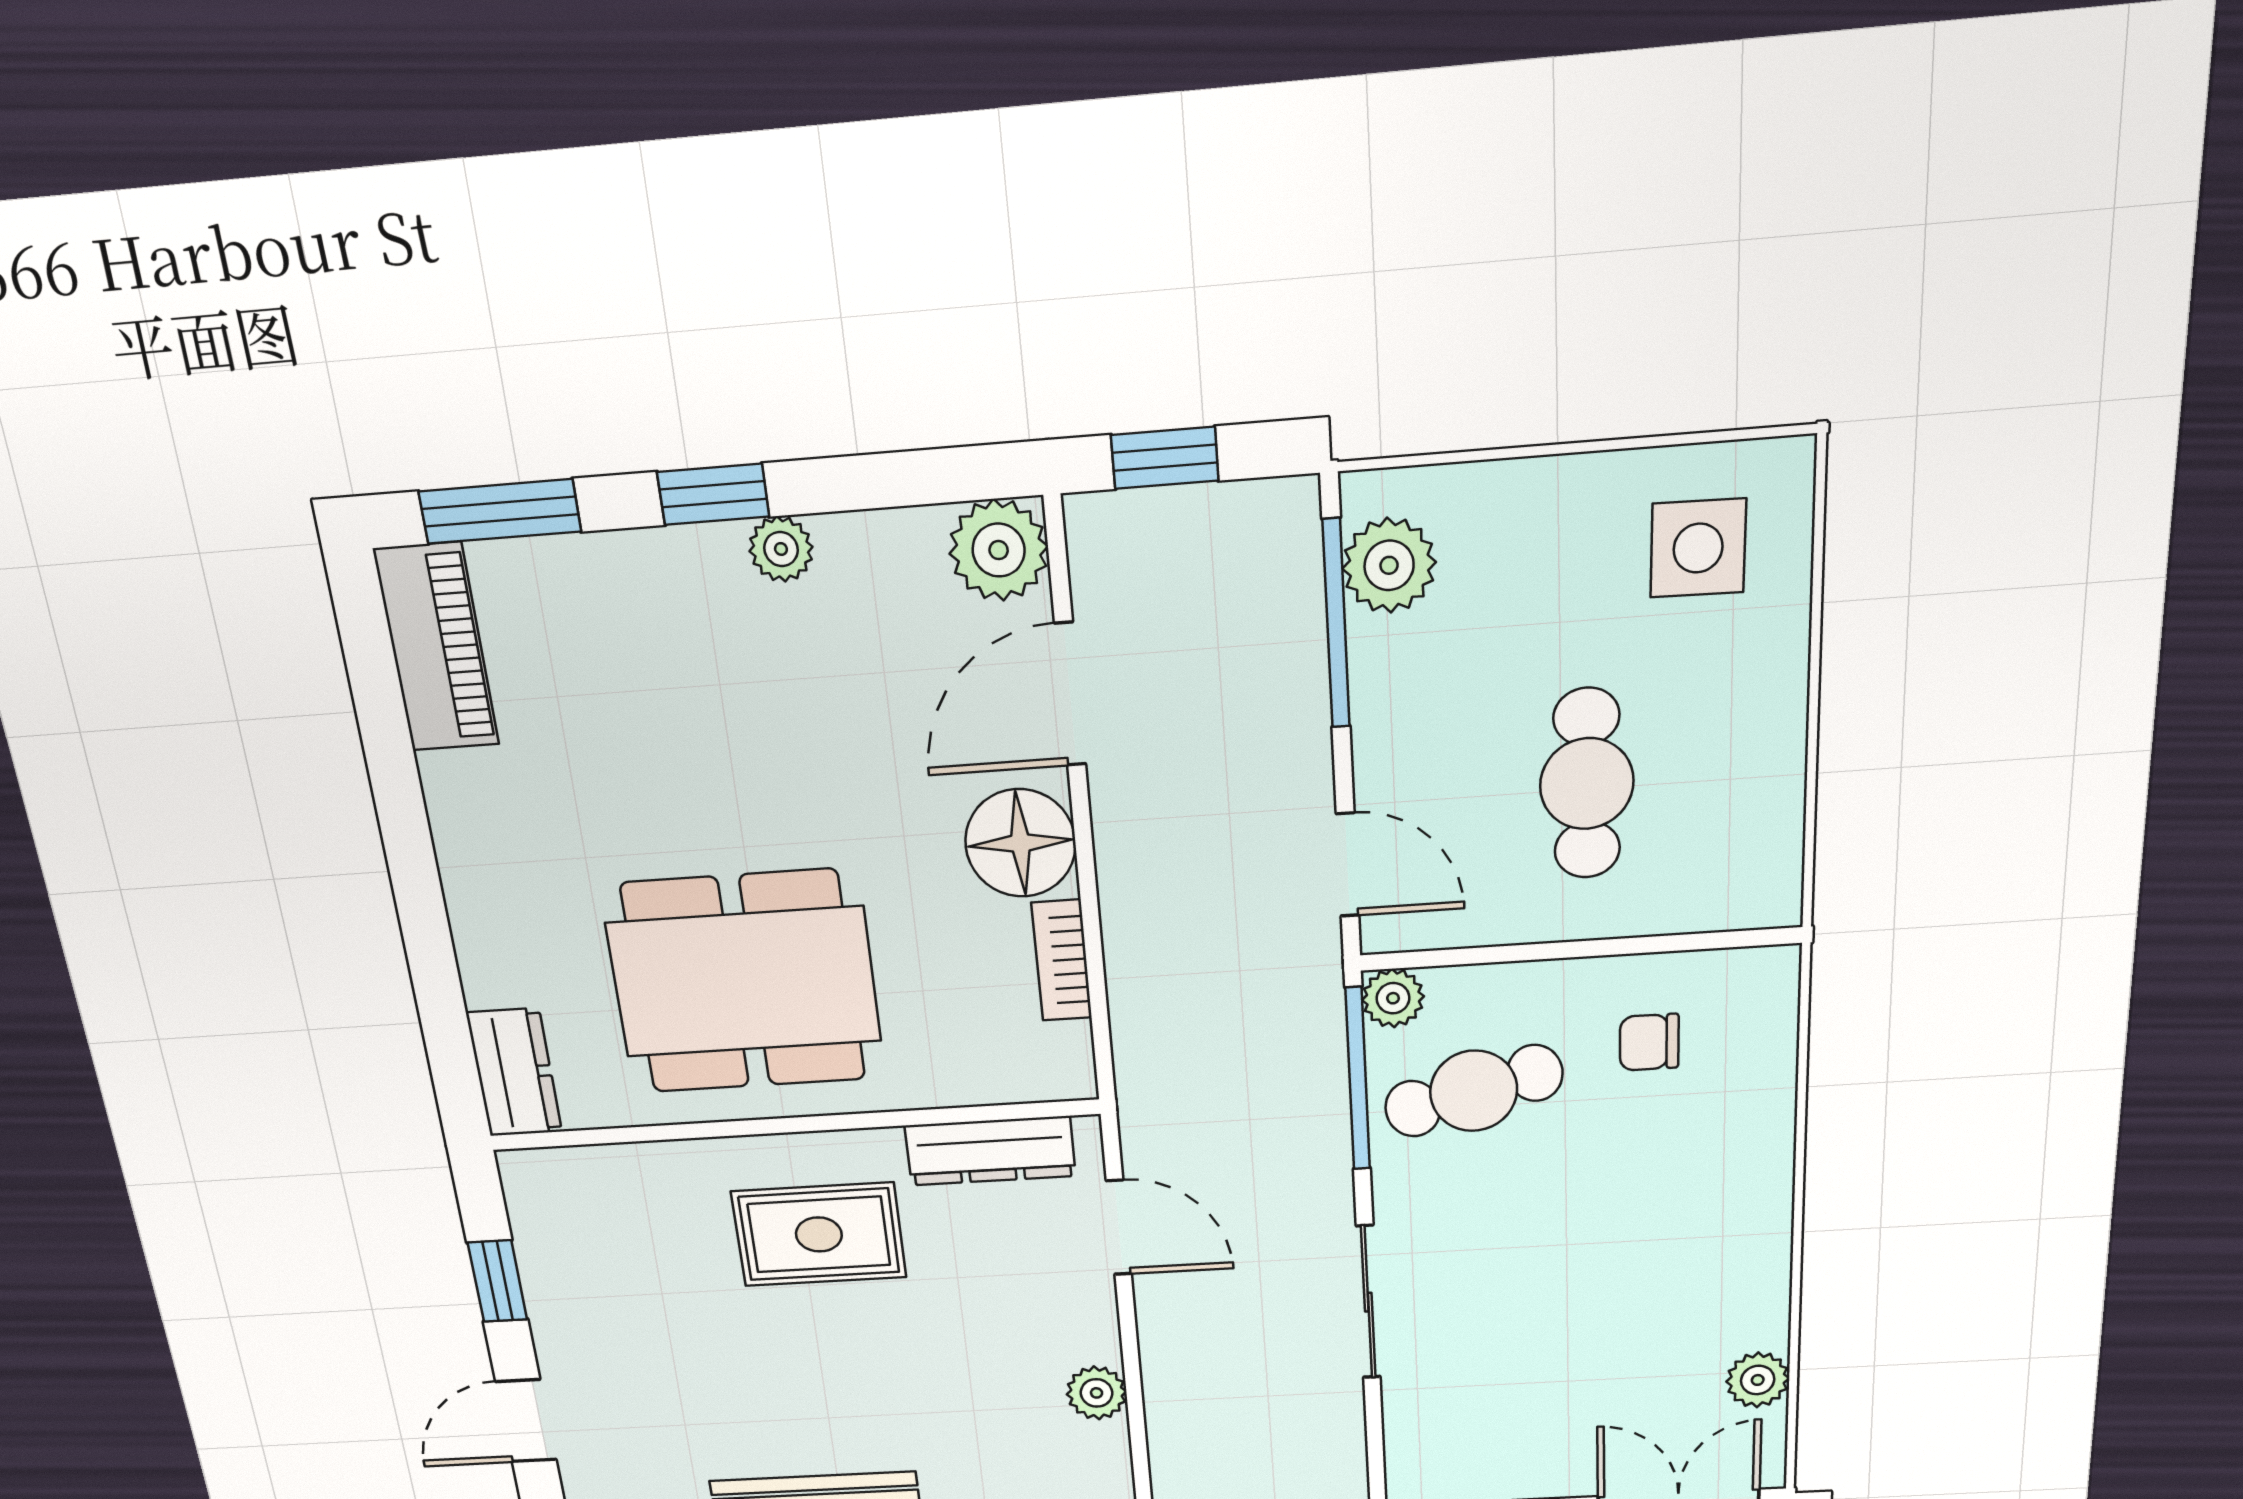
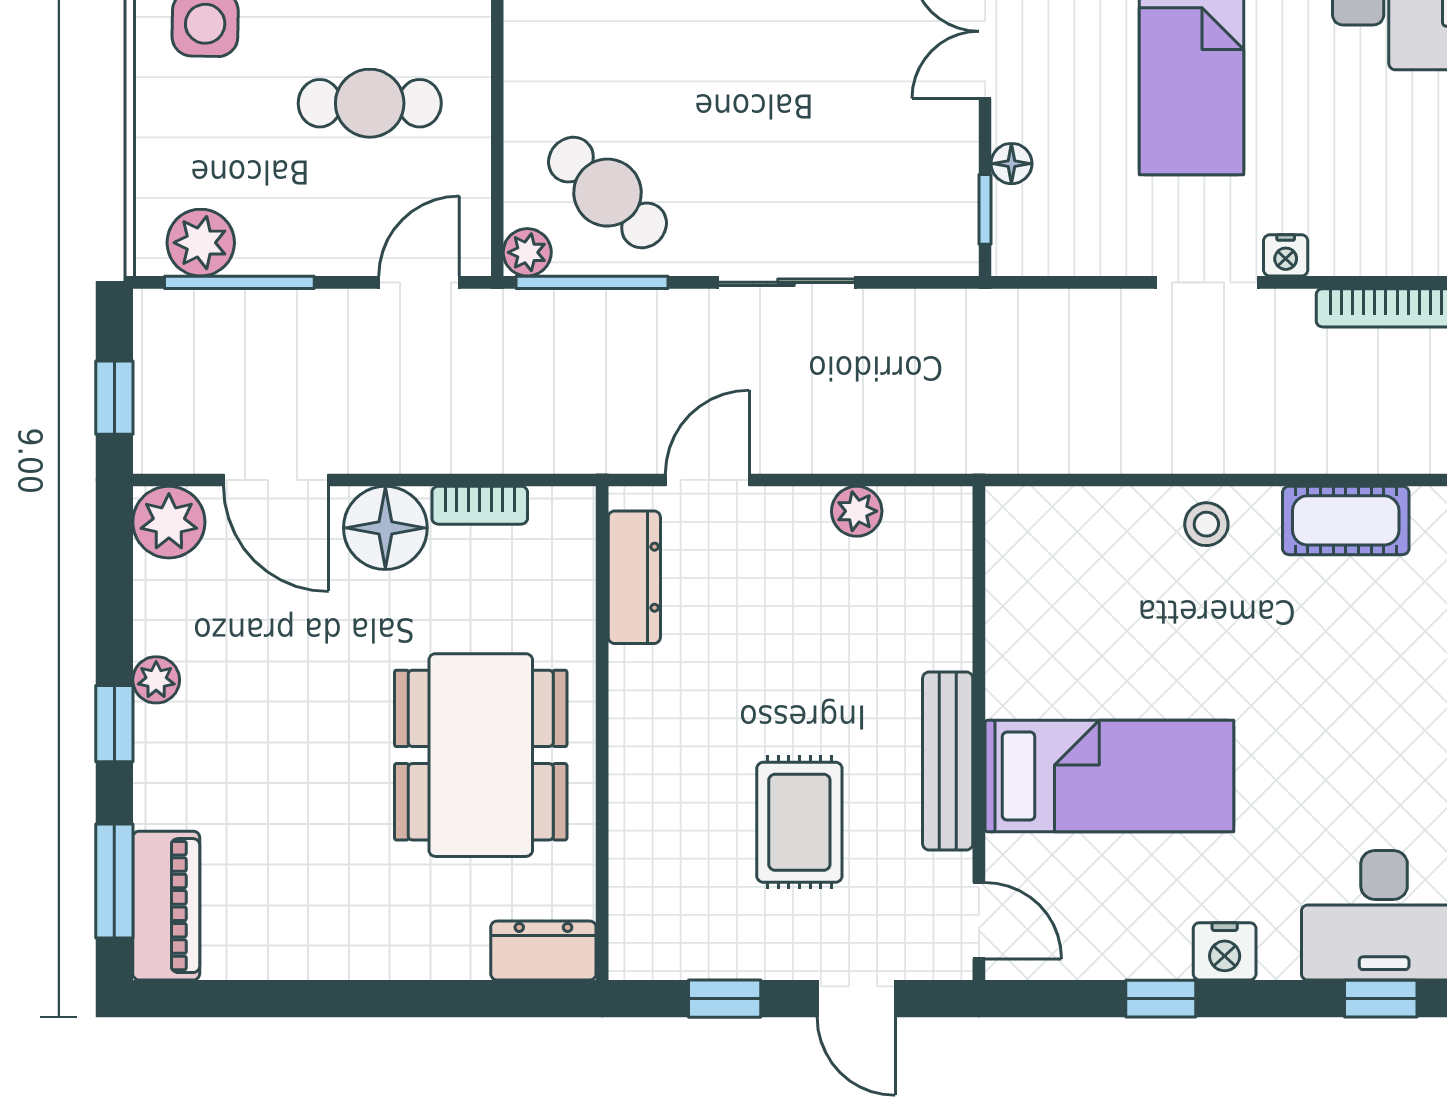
piano: (437, 647) -> (166, 906), moved, turned 90
chair: (1649, 1042) -> (576, 57), removed
cafe table: (1474, 1091) -> (608, 193), turned -34
rug: (819, 1234) -> (799, 822), moved

